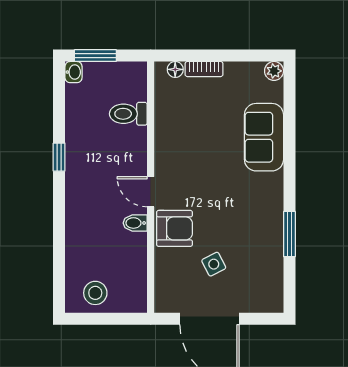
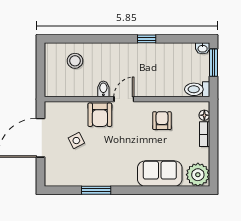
plant: (274, 71) -> (198, 175), width x1.88, depth x1.88
toilet: (128, 114) -> (197, 89), moved, turned -90
armchair: (183, 134) -> (162, 121), added
stool: (95, 293) -> (75, 61), moved

